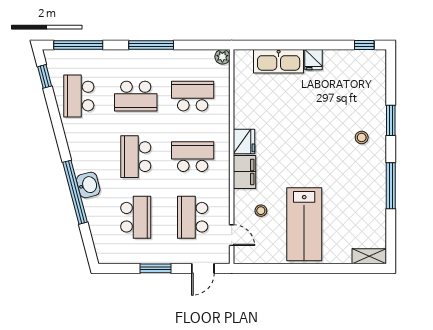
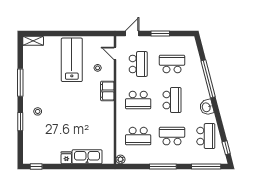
fridge: (244, 142) -> (108, 109), removed
washbasin: (88, 185) -> (207, 107), moved
school desk: (136, 217) -> (172, 64), turned 90

